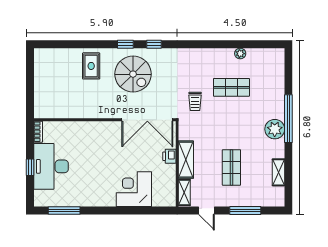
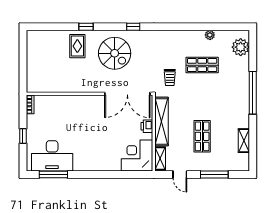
window: (125, 44) -> (86, 27), moved
plant: (275, 129) -> (241, 47), moved
shelving: (186, 160) -> (162, 121), width x1.47
desk: (51, 166) -> (52, 156), moved, turned -90
corner desk: (134, 189) -> (137, 156), moved

